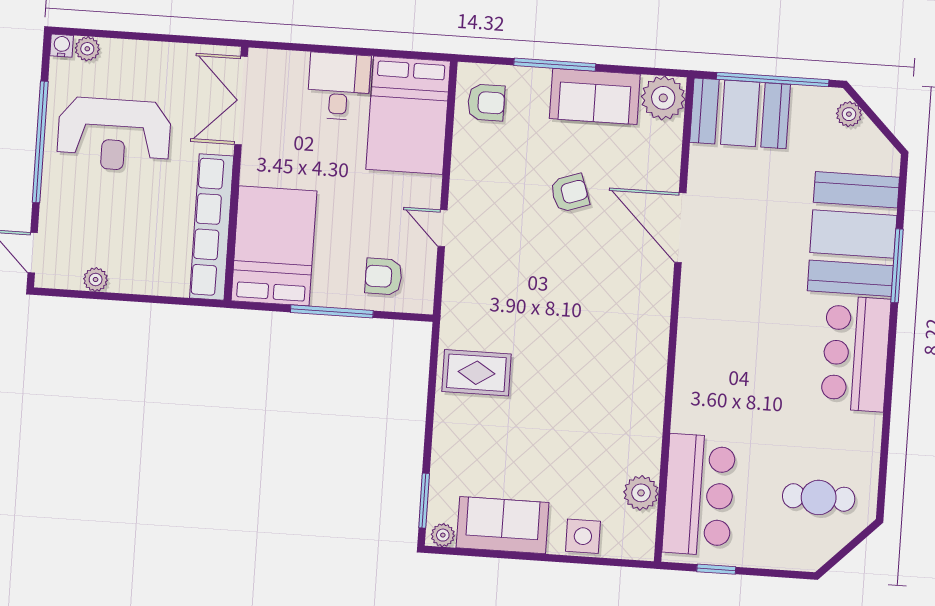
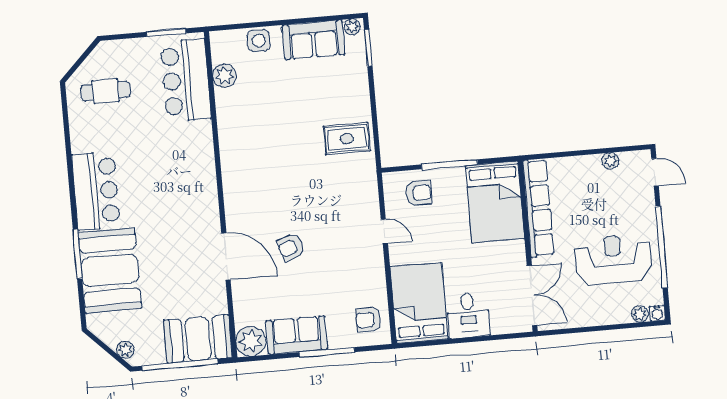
armchair: (570, 193) -> (291, 247), moved
window: (716, 569) -> (166, 33), width x1.50

